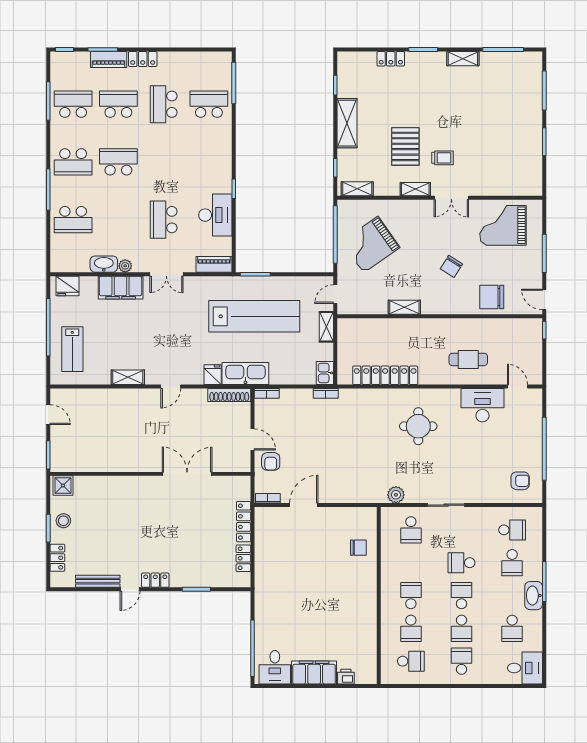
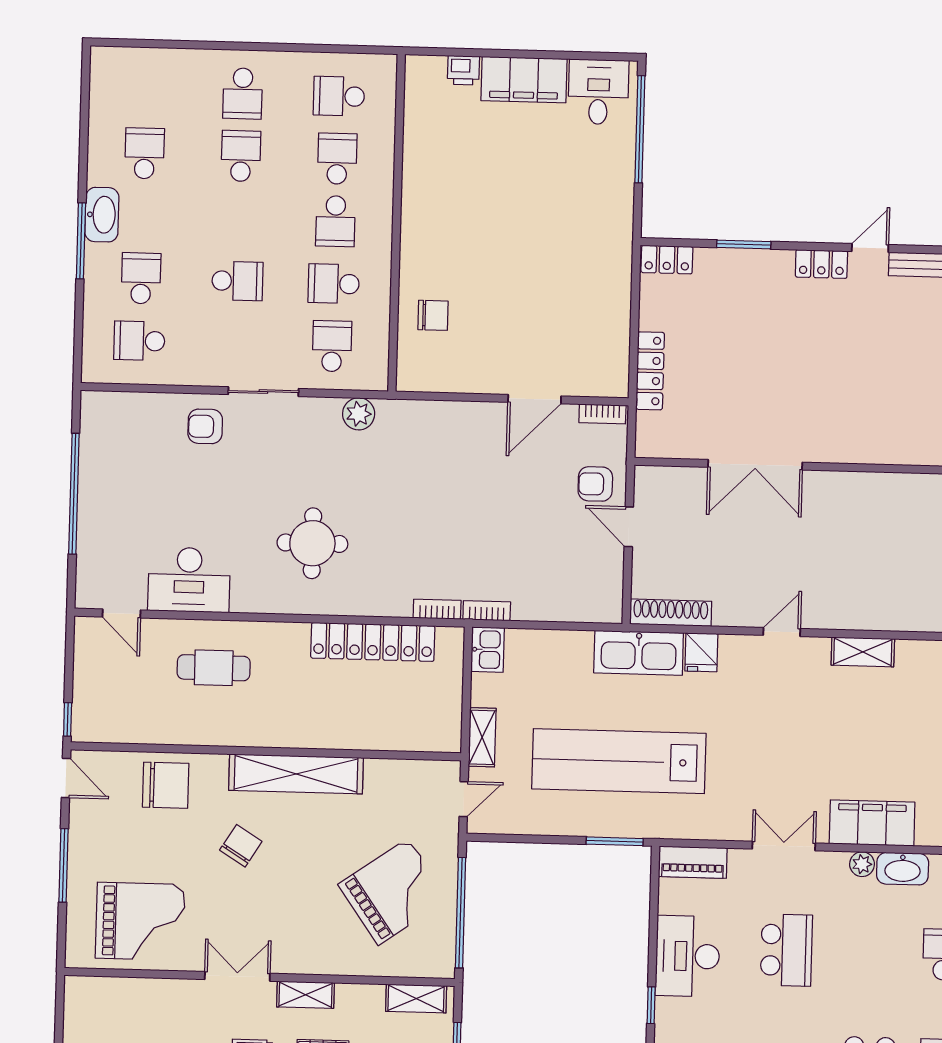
shelving: (404, 307) -> (296, 774), width x2.20, depth x1.33
bookcase: (267, 393) -> (437, 609), moved
armchair: (271, 461) -> (595, 484), turned -90
armchair: (520, 481) -> (205, 426), moved
chair: (358, 548) -> (433, 315), turned 180
locker: (243, 558) -> (667, 260), moved, turned 90
school desk: (461, 596) -> (334, 284), moved, turned 90
desk: (525, 668) -> (122, 77), removed

